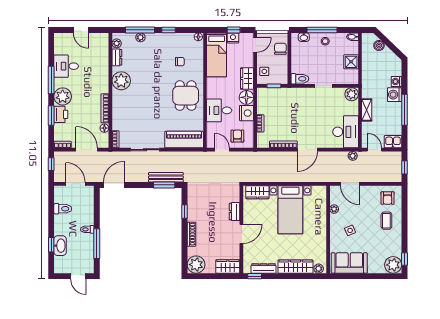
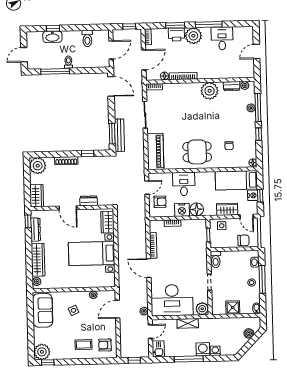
wardrobe: (247, 79) -> (227, 209), moved
desk: (346, 132) -> (172, 300), width x1.36, depth x1.30

